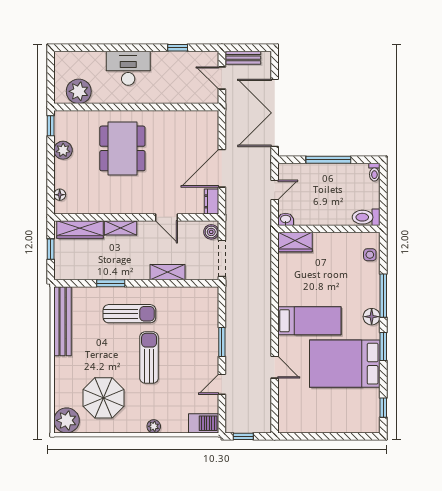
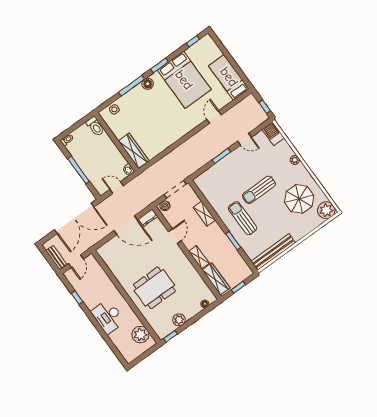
wardrobe: (295, 242) -> (134, 151), width x1.50
bed: (309, 321) -> (229, 77), moved

